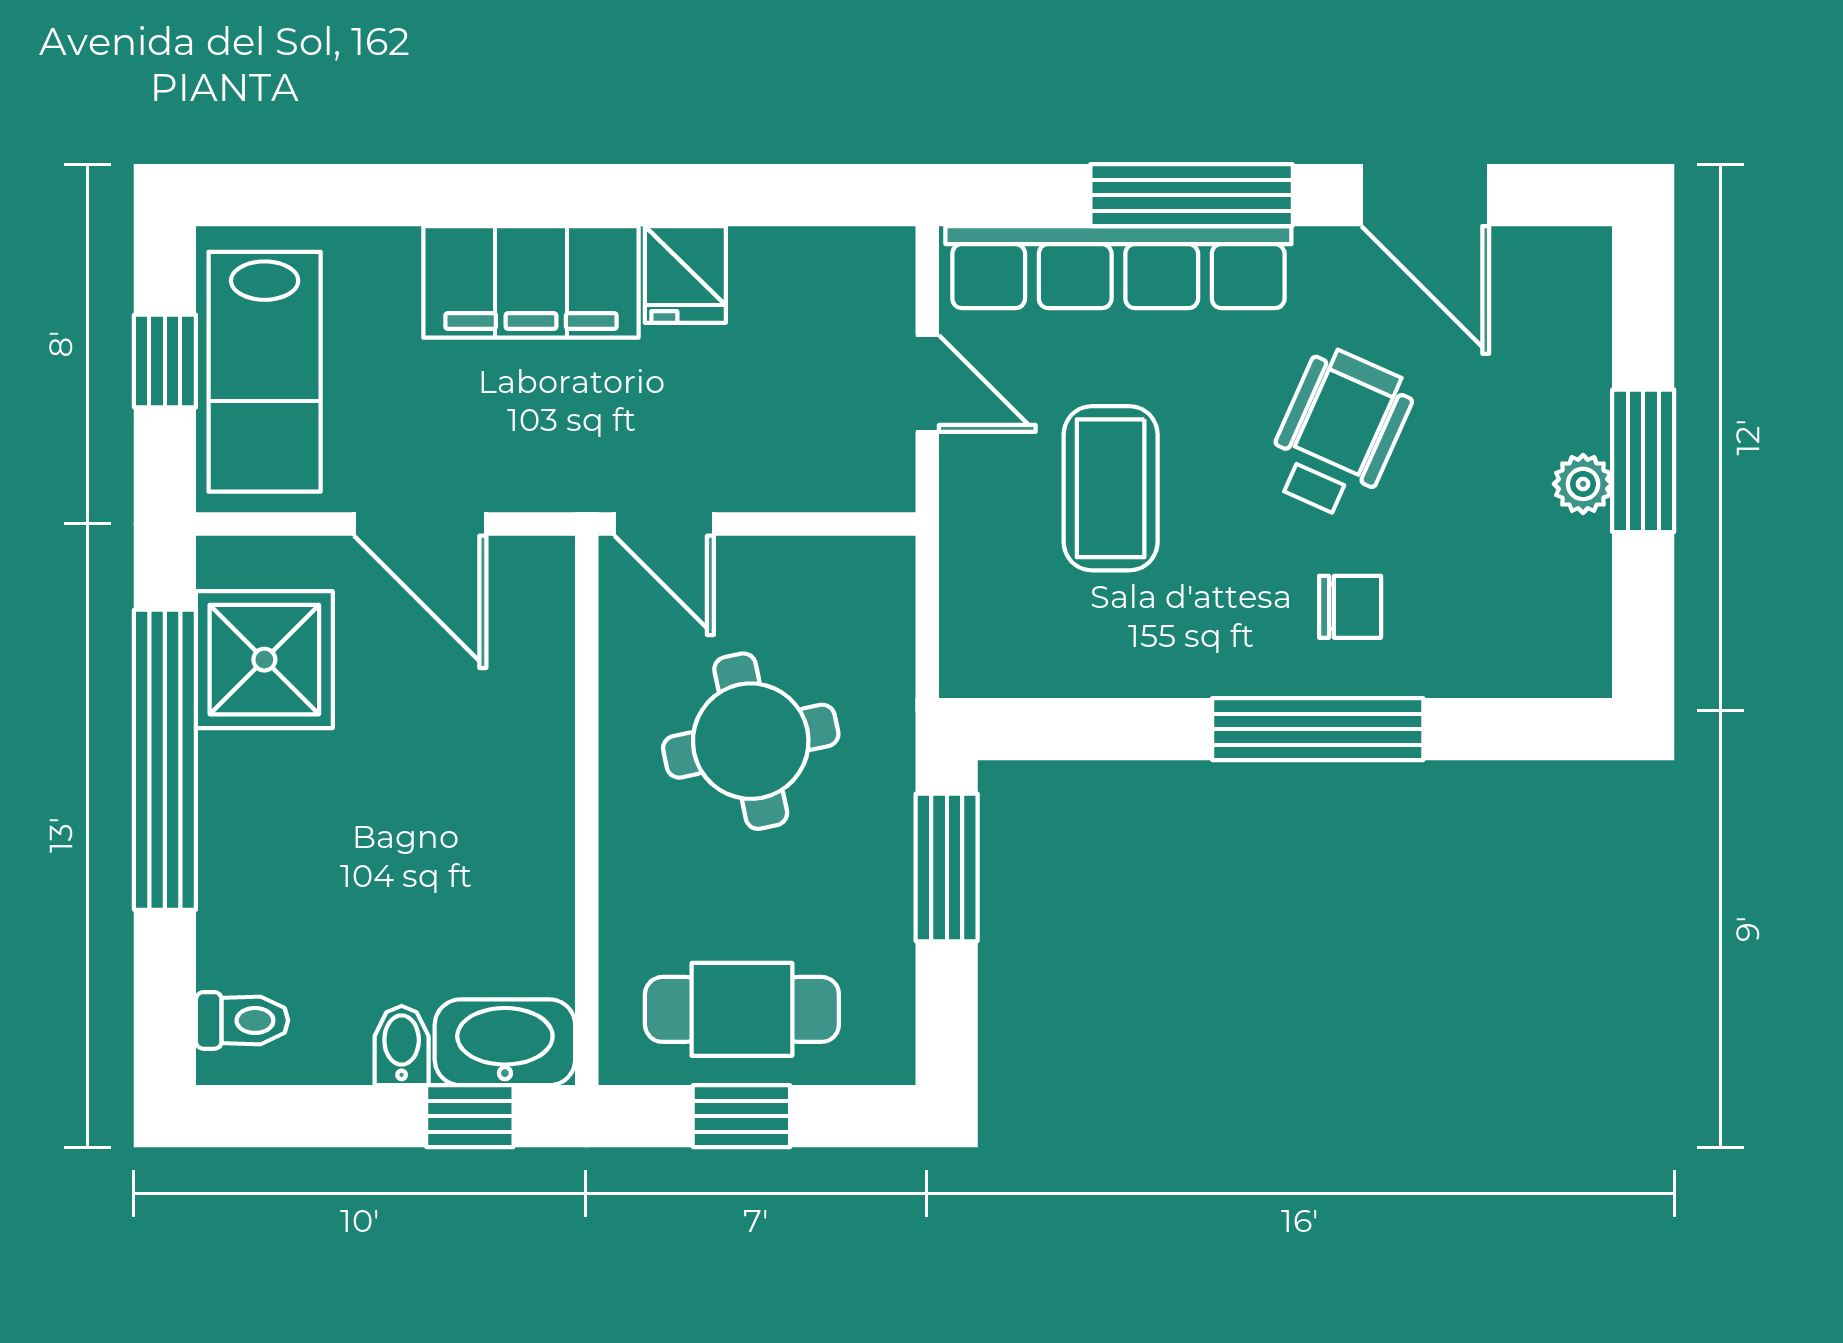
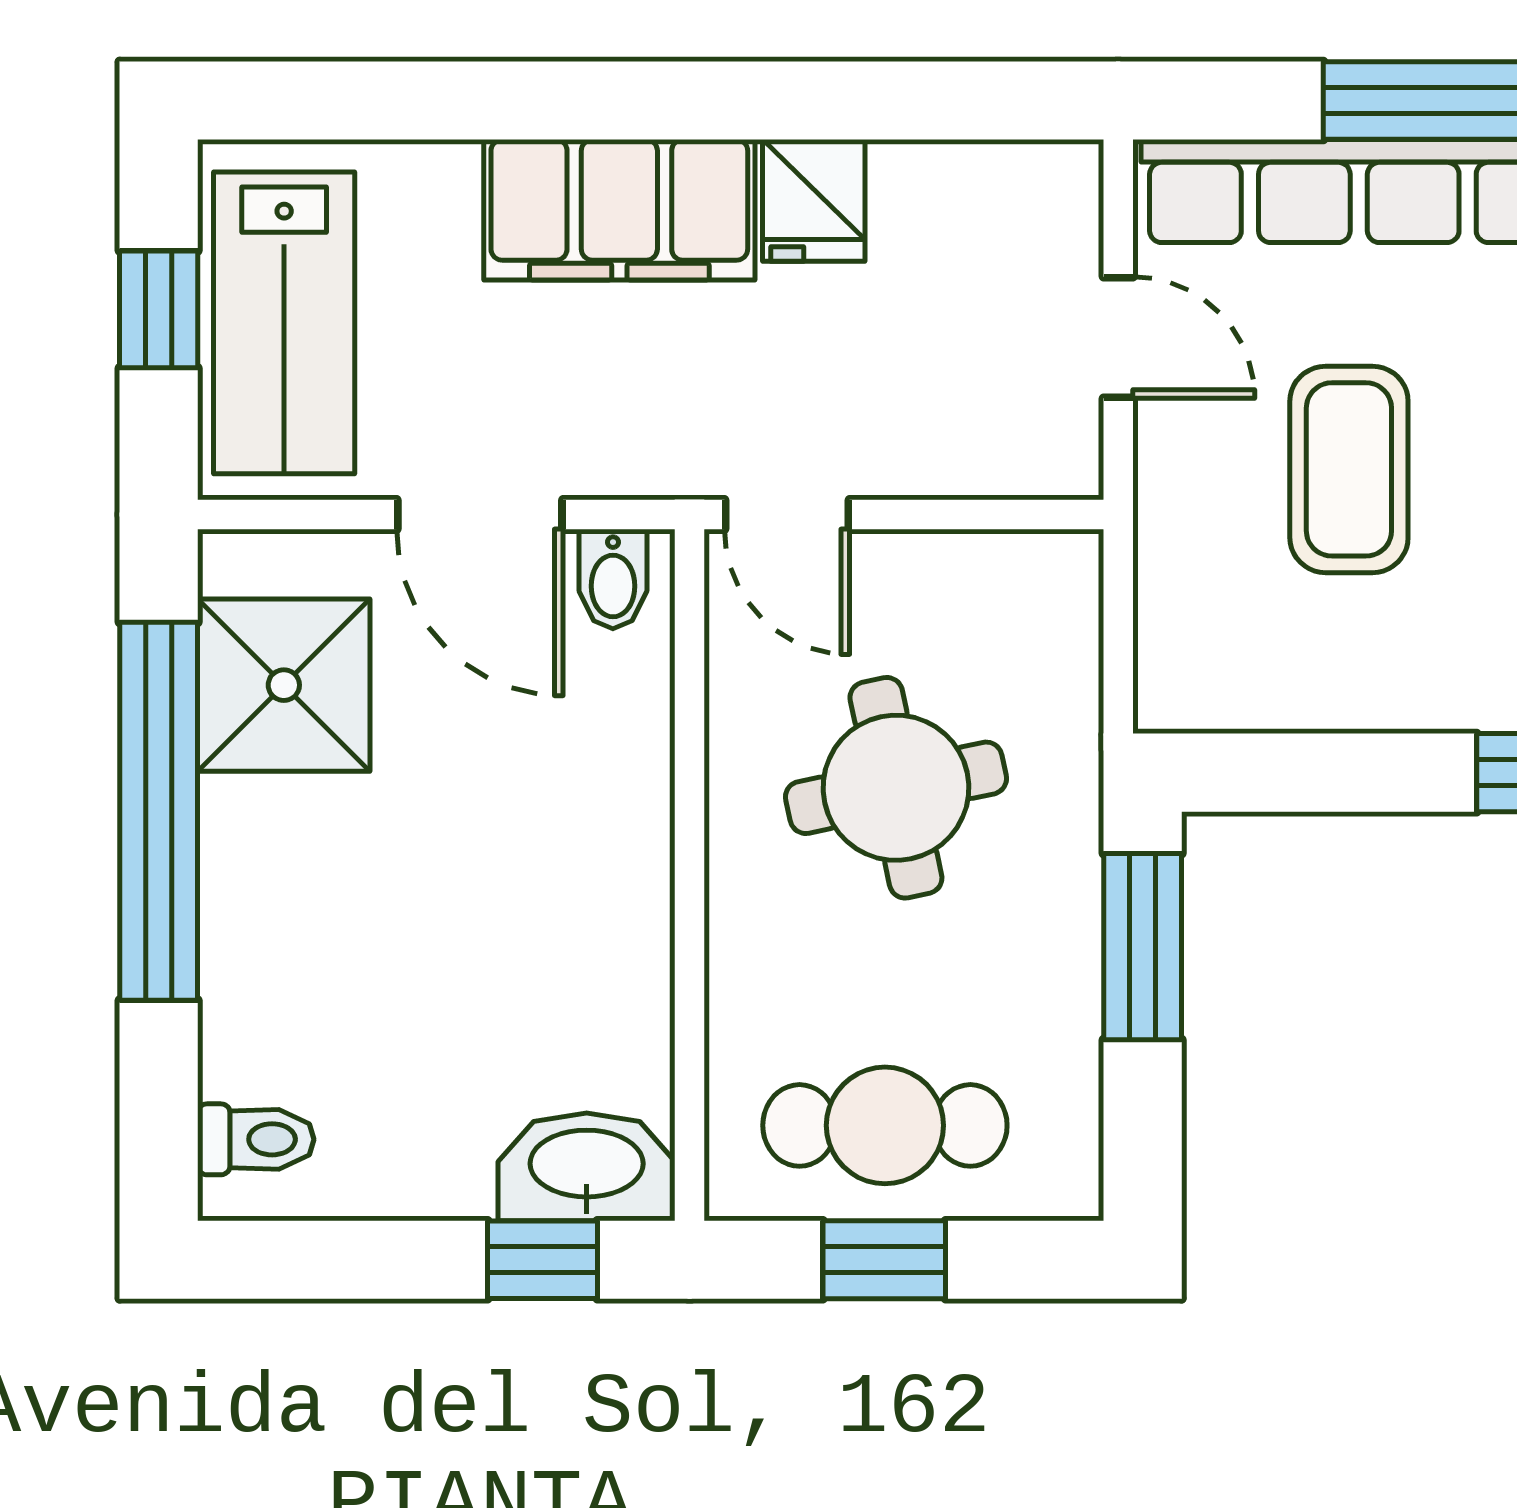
bidet: (402, 1046) -> (613, 579), moved, turned 180

